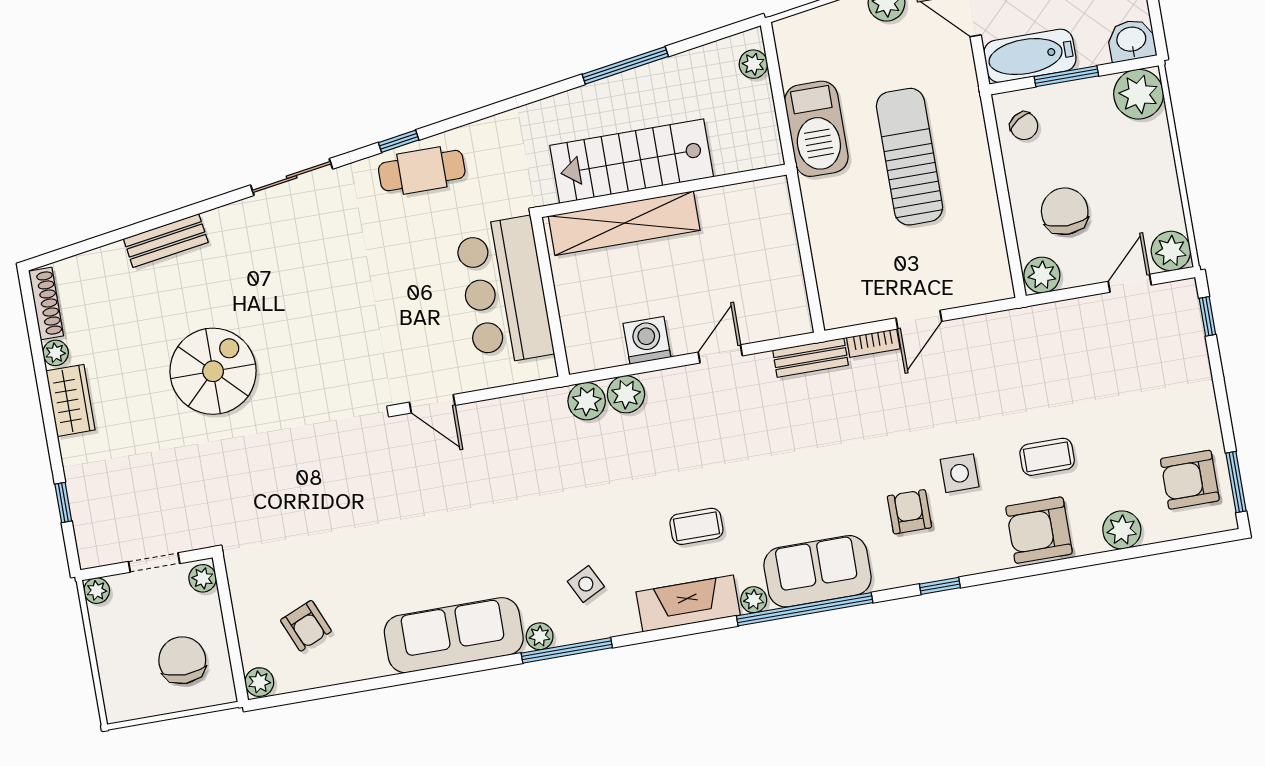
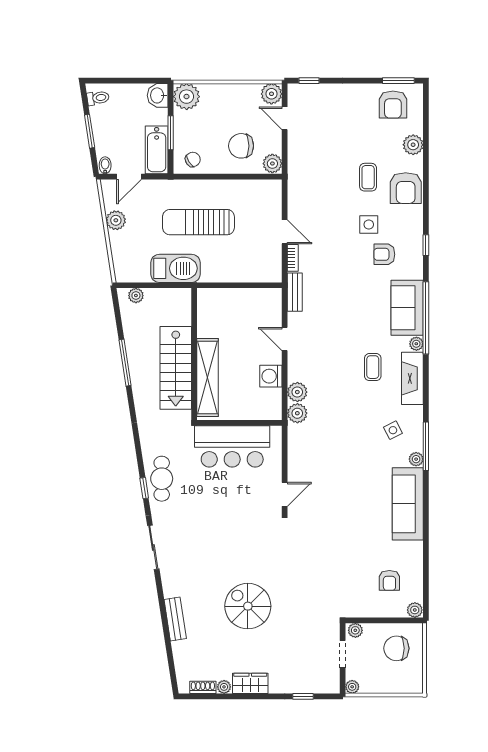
shoe rack: (46, 304) -> (203, 687), width x0.70
armchair: (306, 626) -> (389, 580), turned 113

